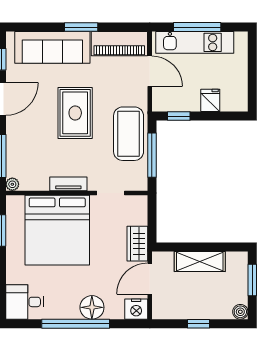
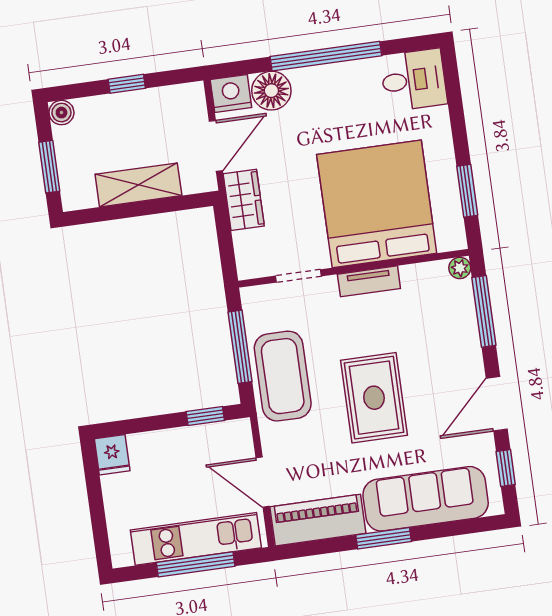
fridge: (210, 100) -> (112, 455), moved
floor lamp: (92, 307) -> (271, 91), moved

